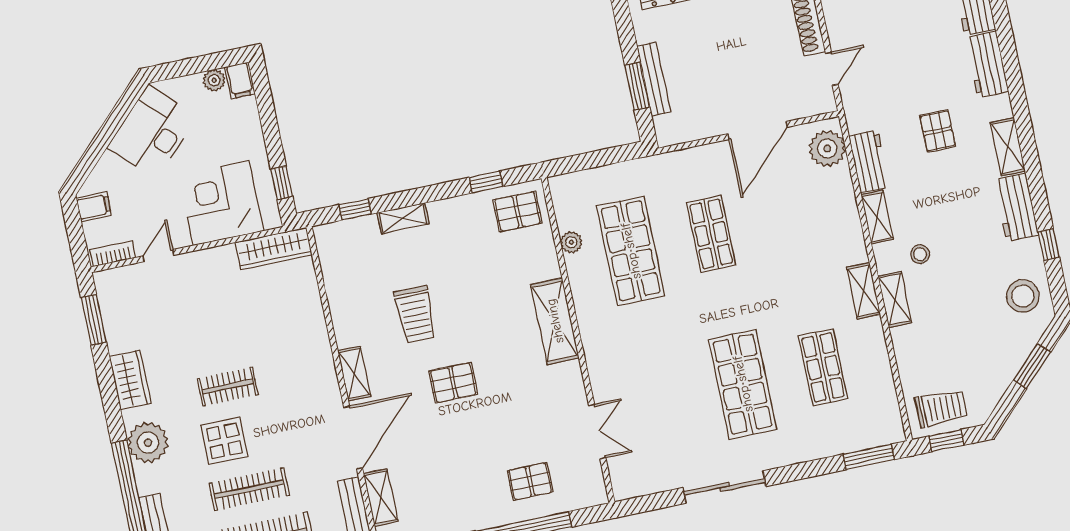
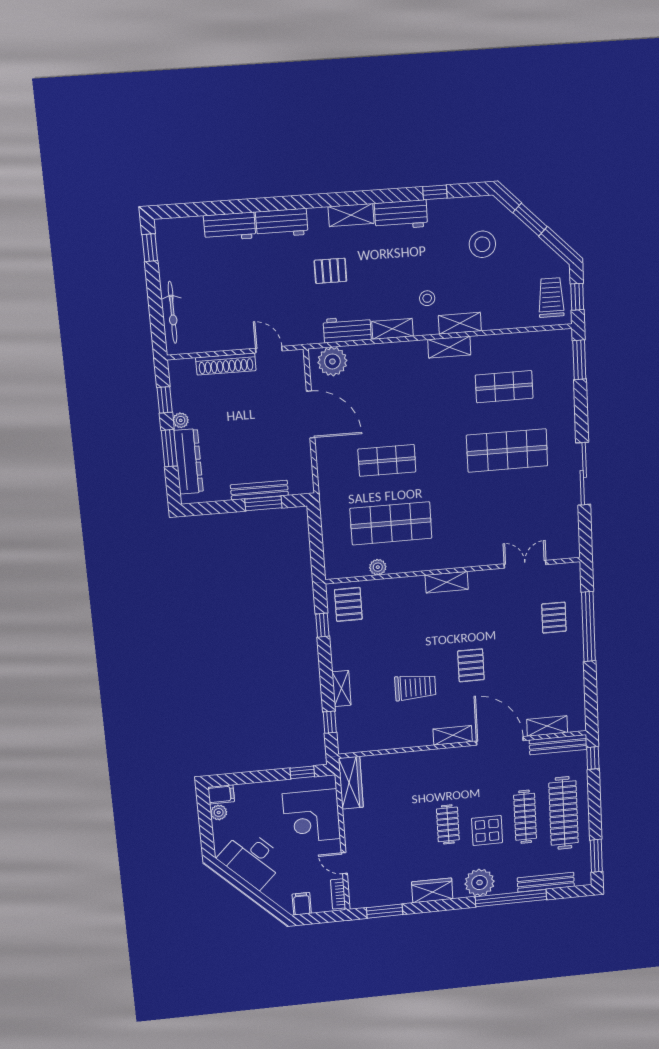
stool: (1023, 296) -> (482, 244), moved
shelving: (555, 321) -> (447, 582), width x0.67, depth x0.75

